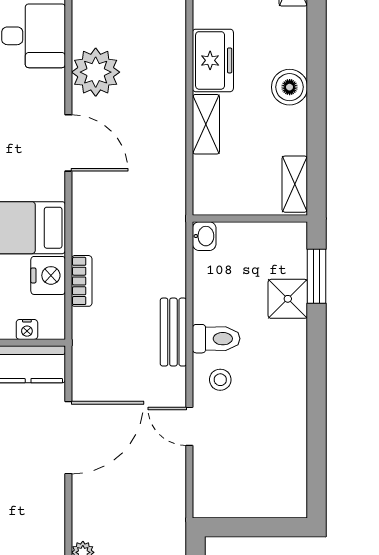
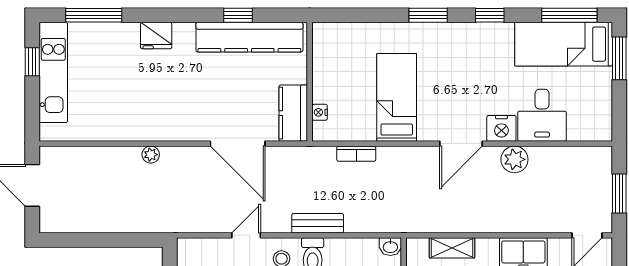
plant: (96, 72) -> (514, 159), width x0.73, depth x0.73
shelving: (206, 124) -> (452, 248), moved
nightstand: (48, 275) -> (501, 128), moved

